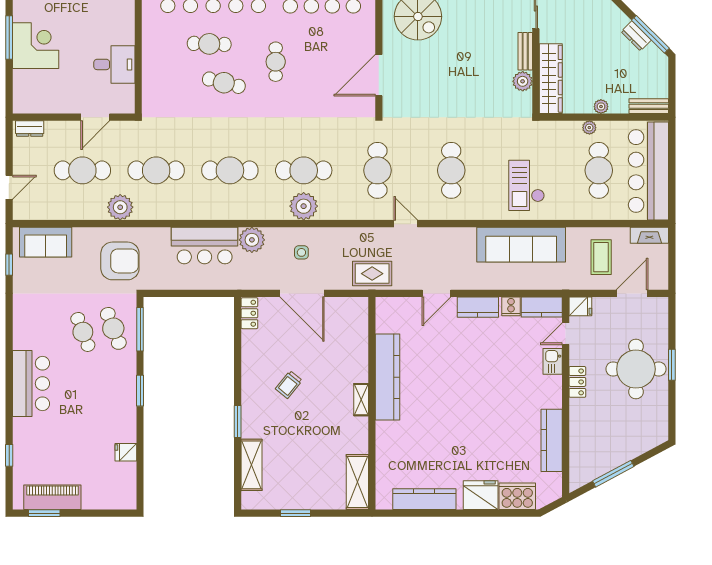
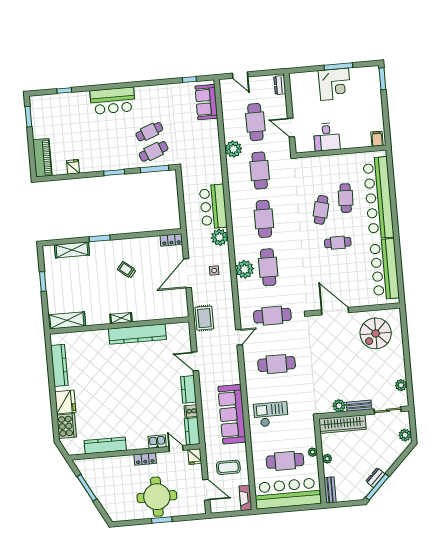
armchair: (120, 261) -> (198, 152), removed
piano: (52, 497) -> (42, 158), moved

